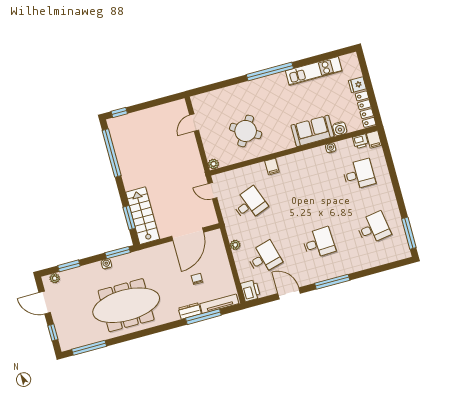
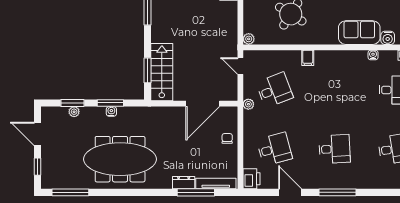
plant: (235, 245) -> (248, 104), moved
window: (118, 253) -> (110, 103), moved
plant: (55, 278) -> (74, 112), moved
chair: (197, 279) -> (227, 138), moved

